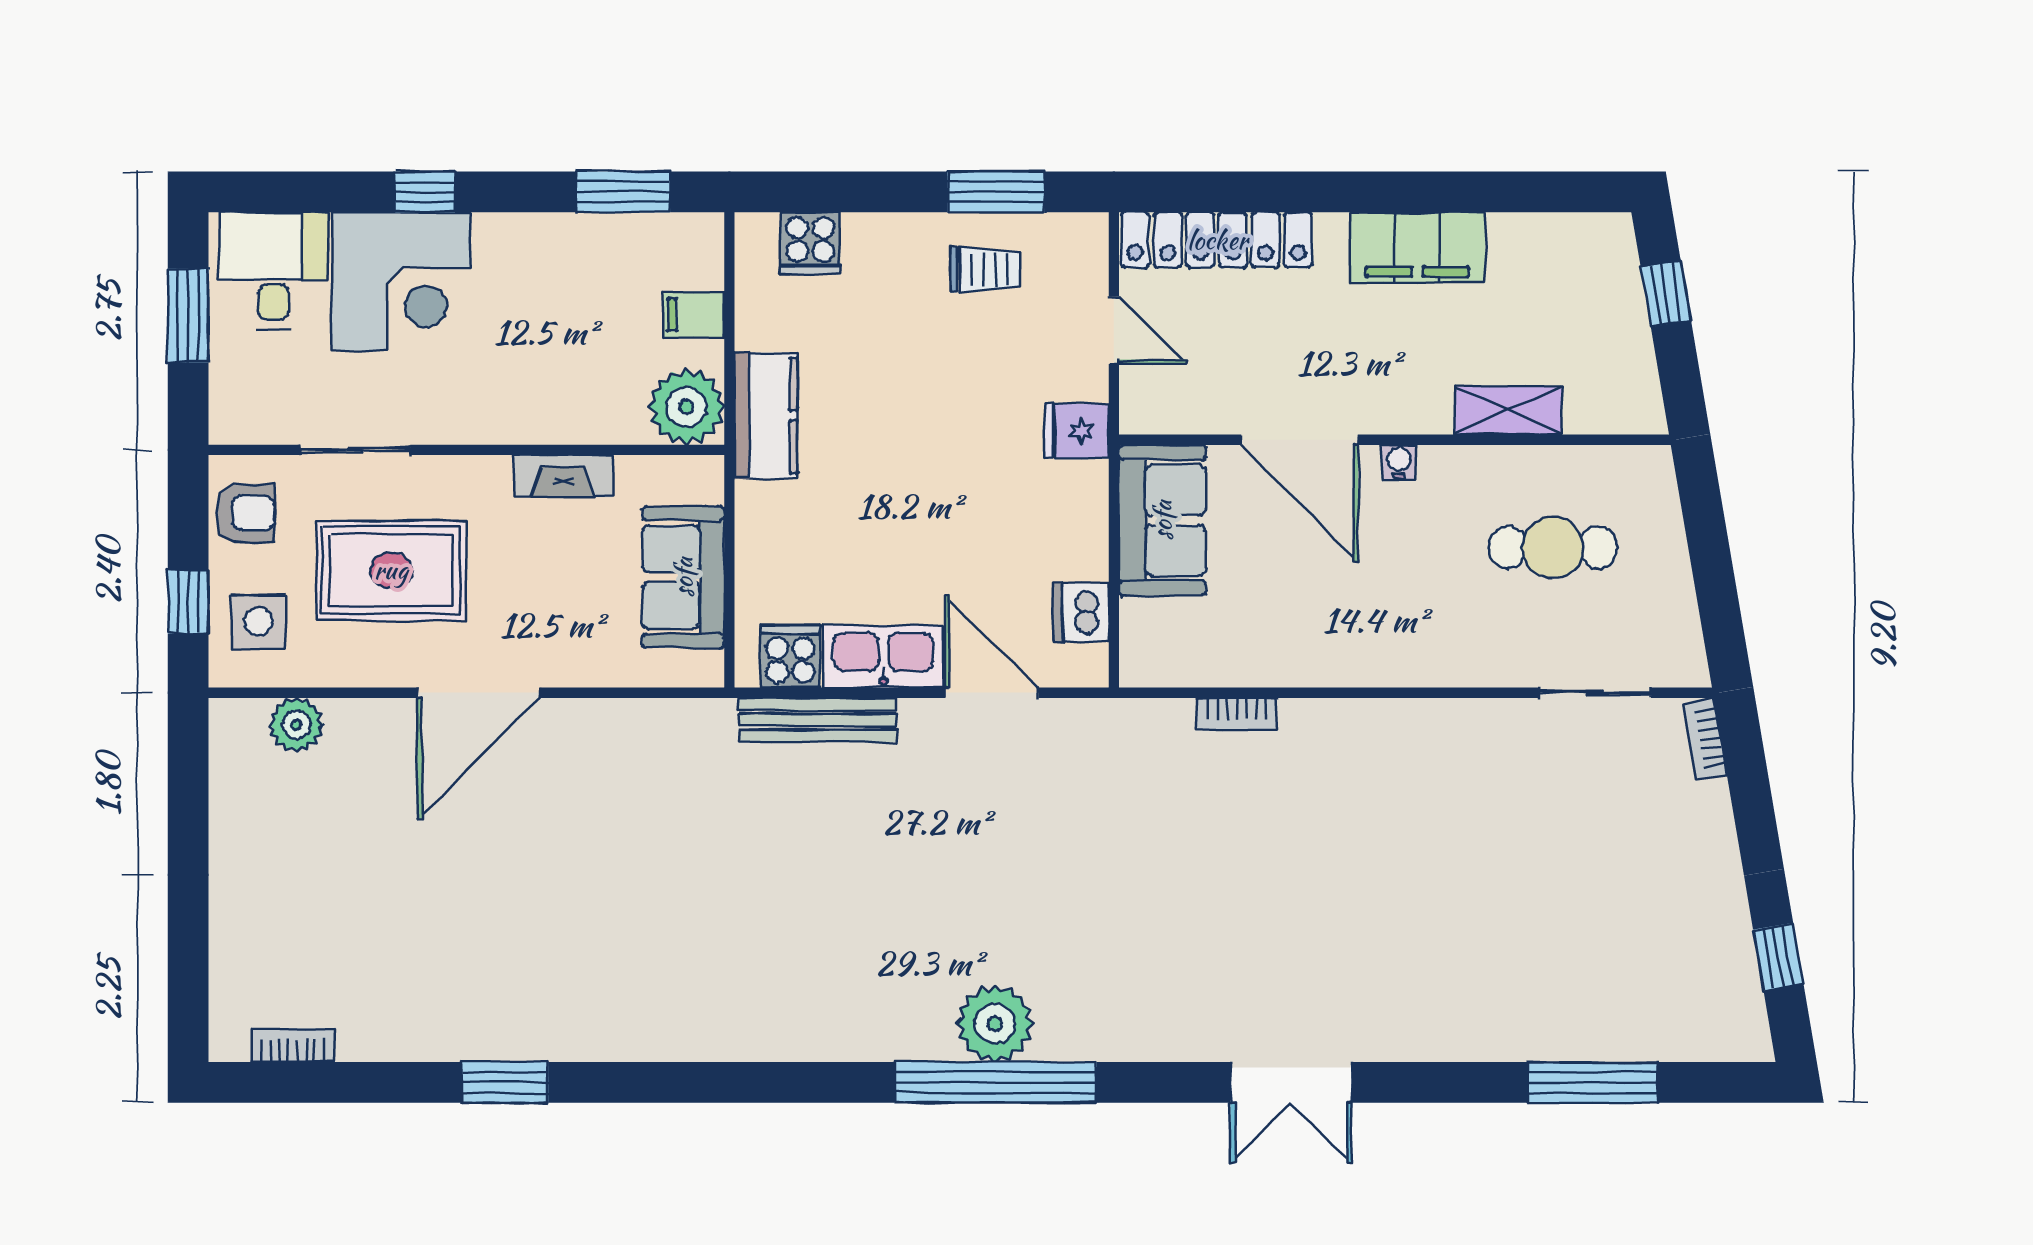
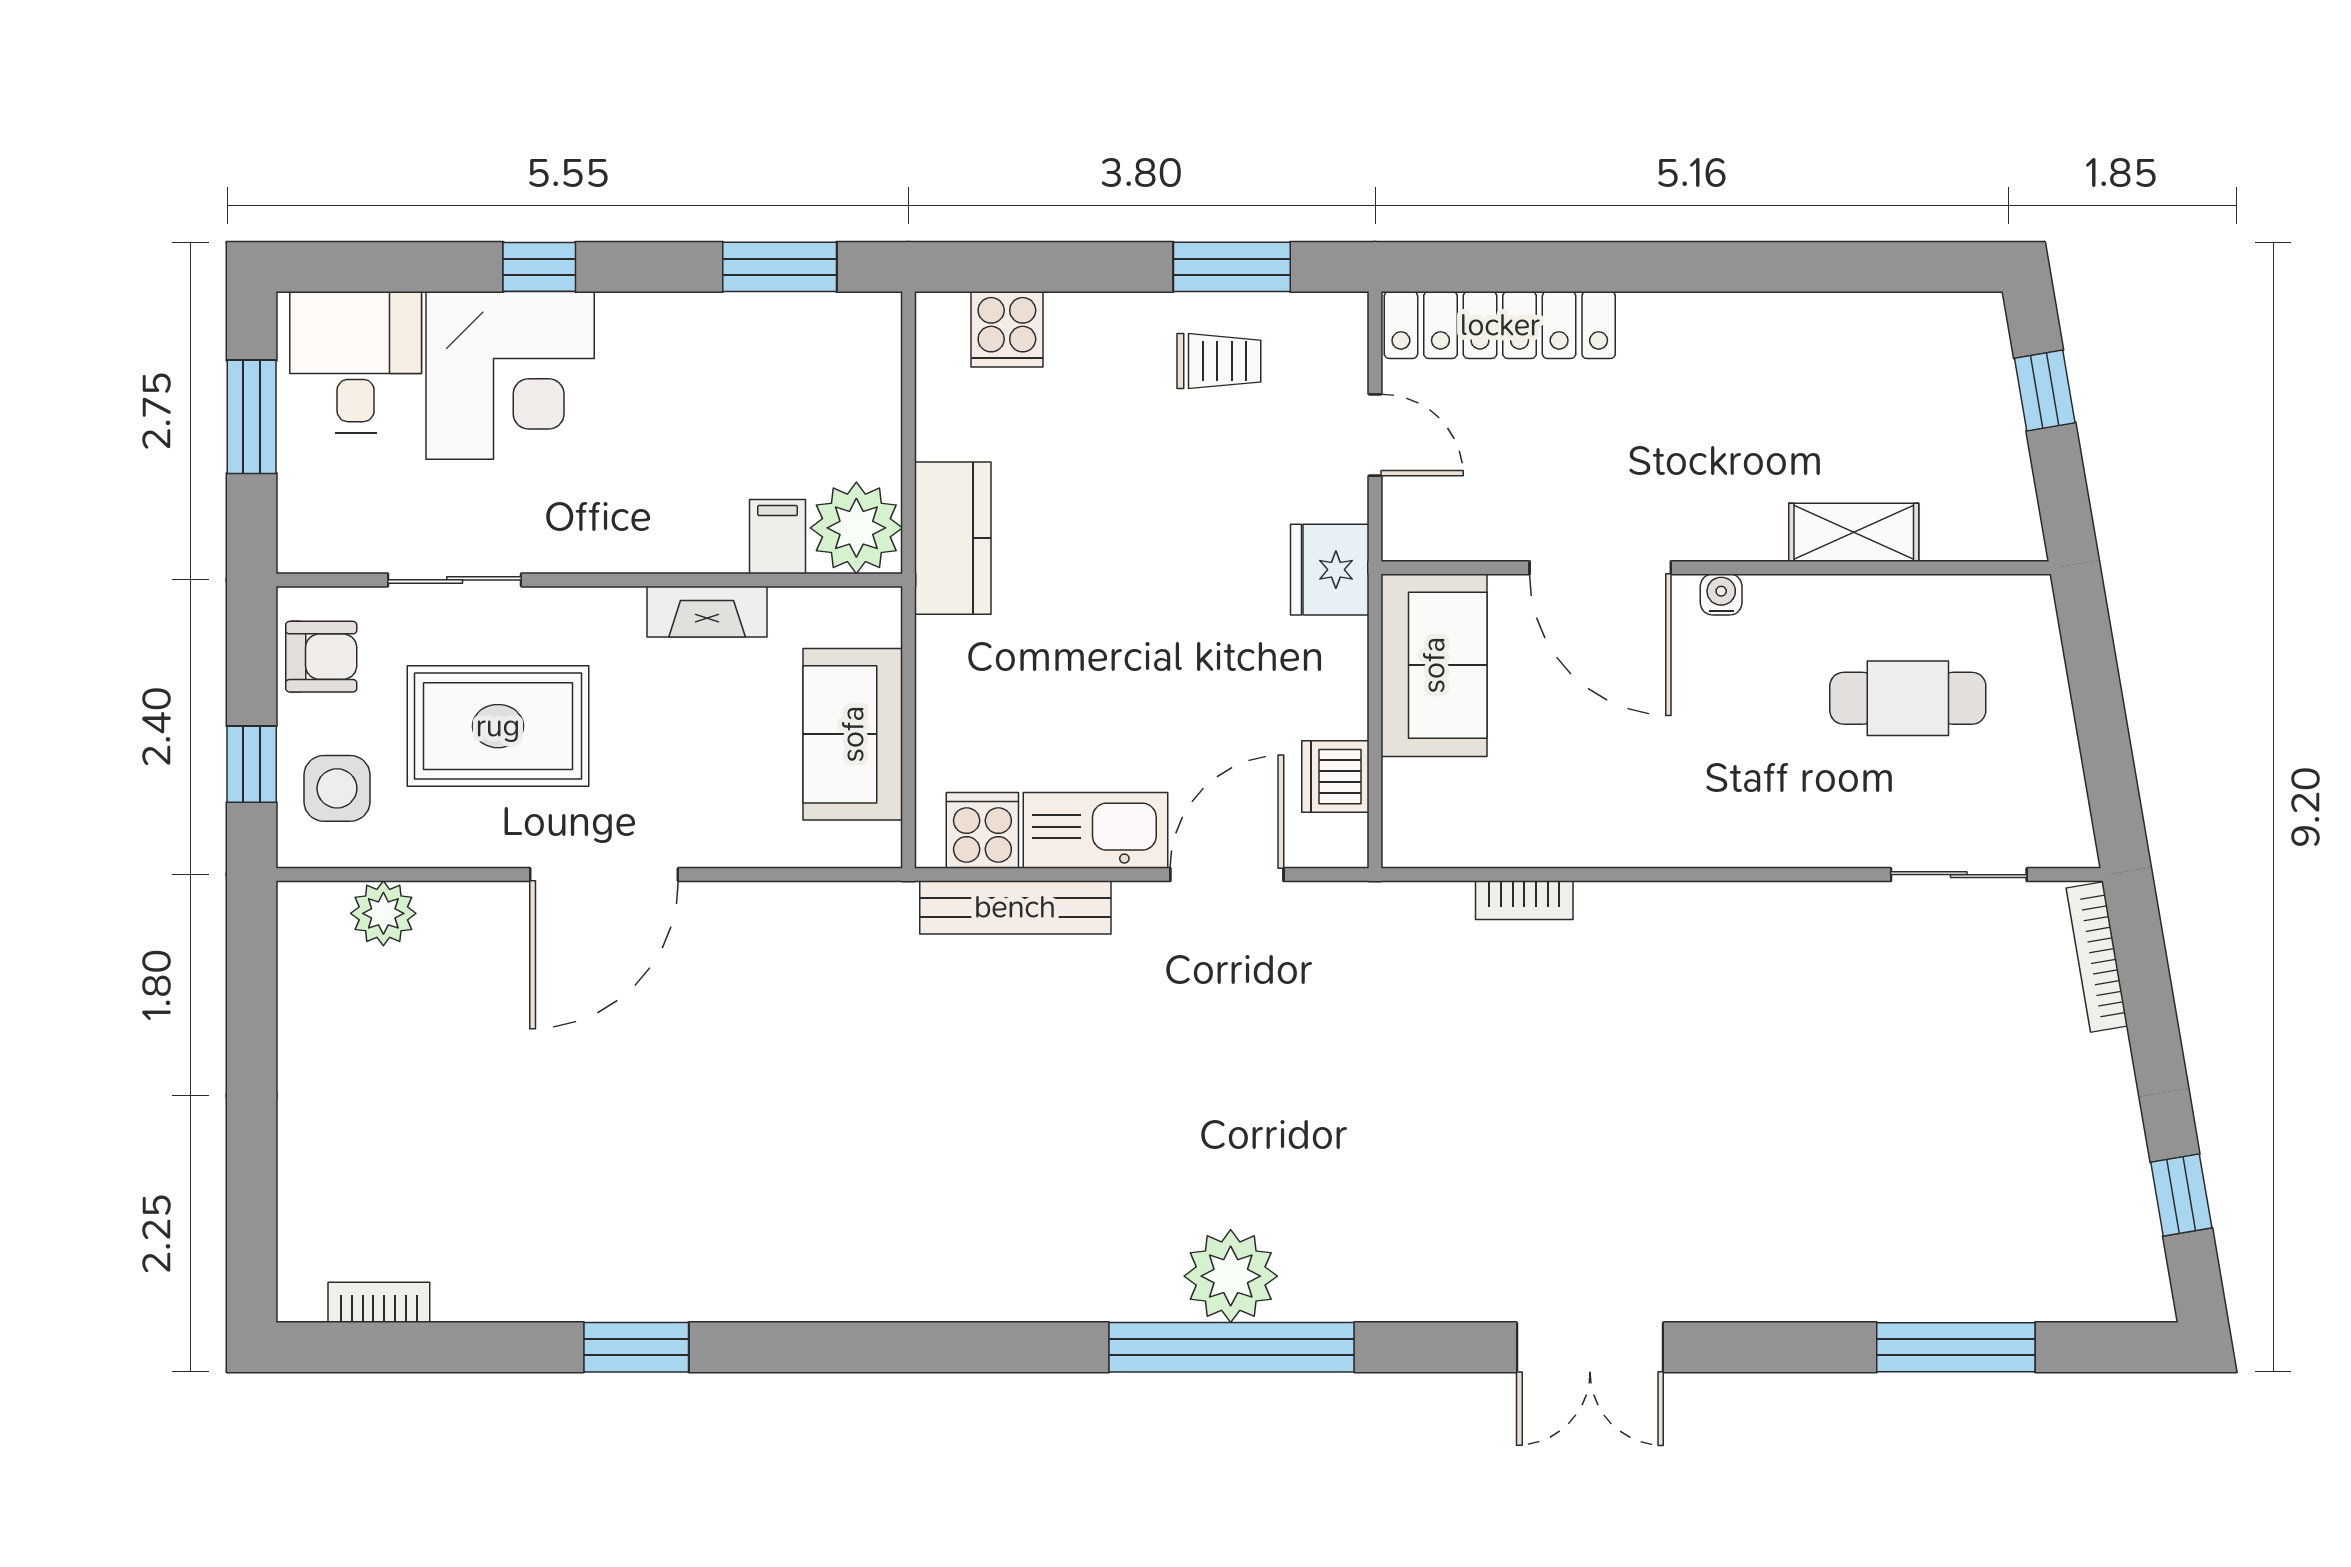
filing cabinet: (1417, 247) -> (1743, 334), removed
filing cabinet: (694, 315) -> (777, 537), moved, turned 90
fridge: (1076, 431) -> (1330, 570), width x1.38
door: (992, 693) -> (1227, 875), hinge flipped
bookcase: (1705, 739) -> (2097, 957), width x1.56

